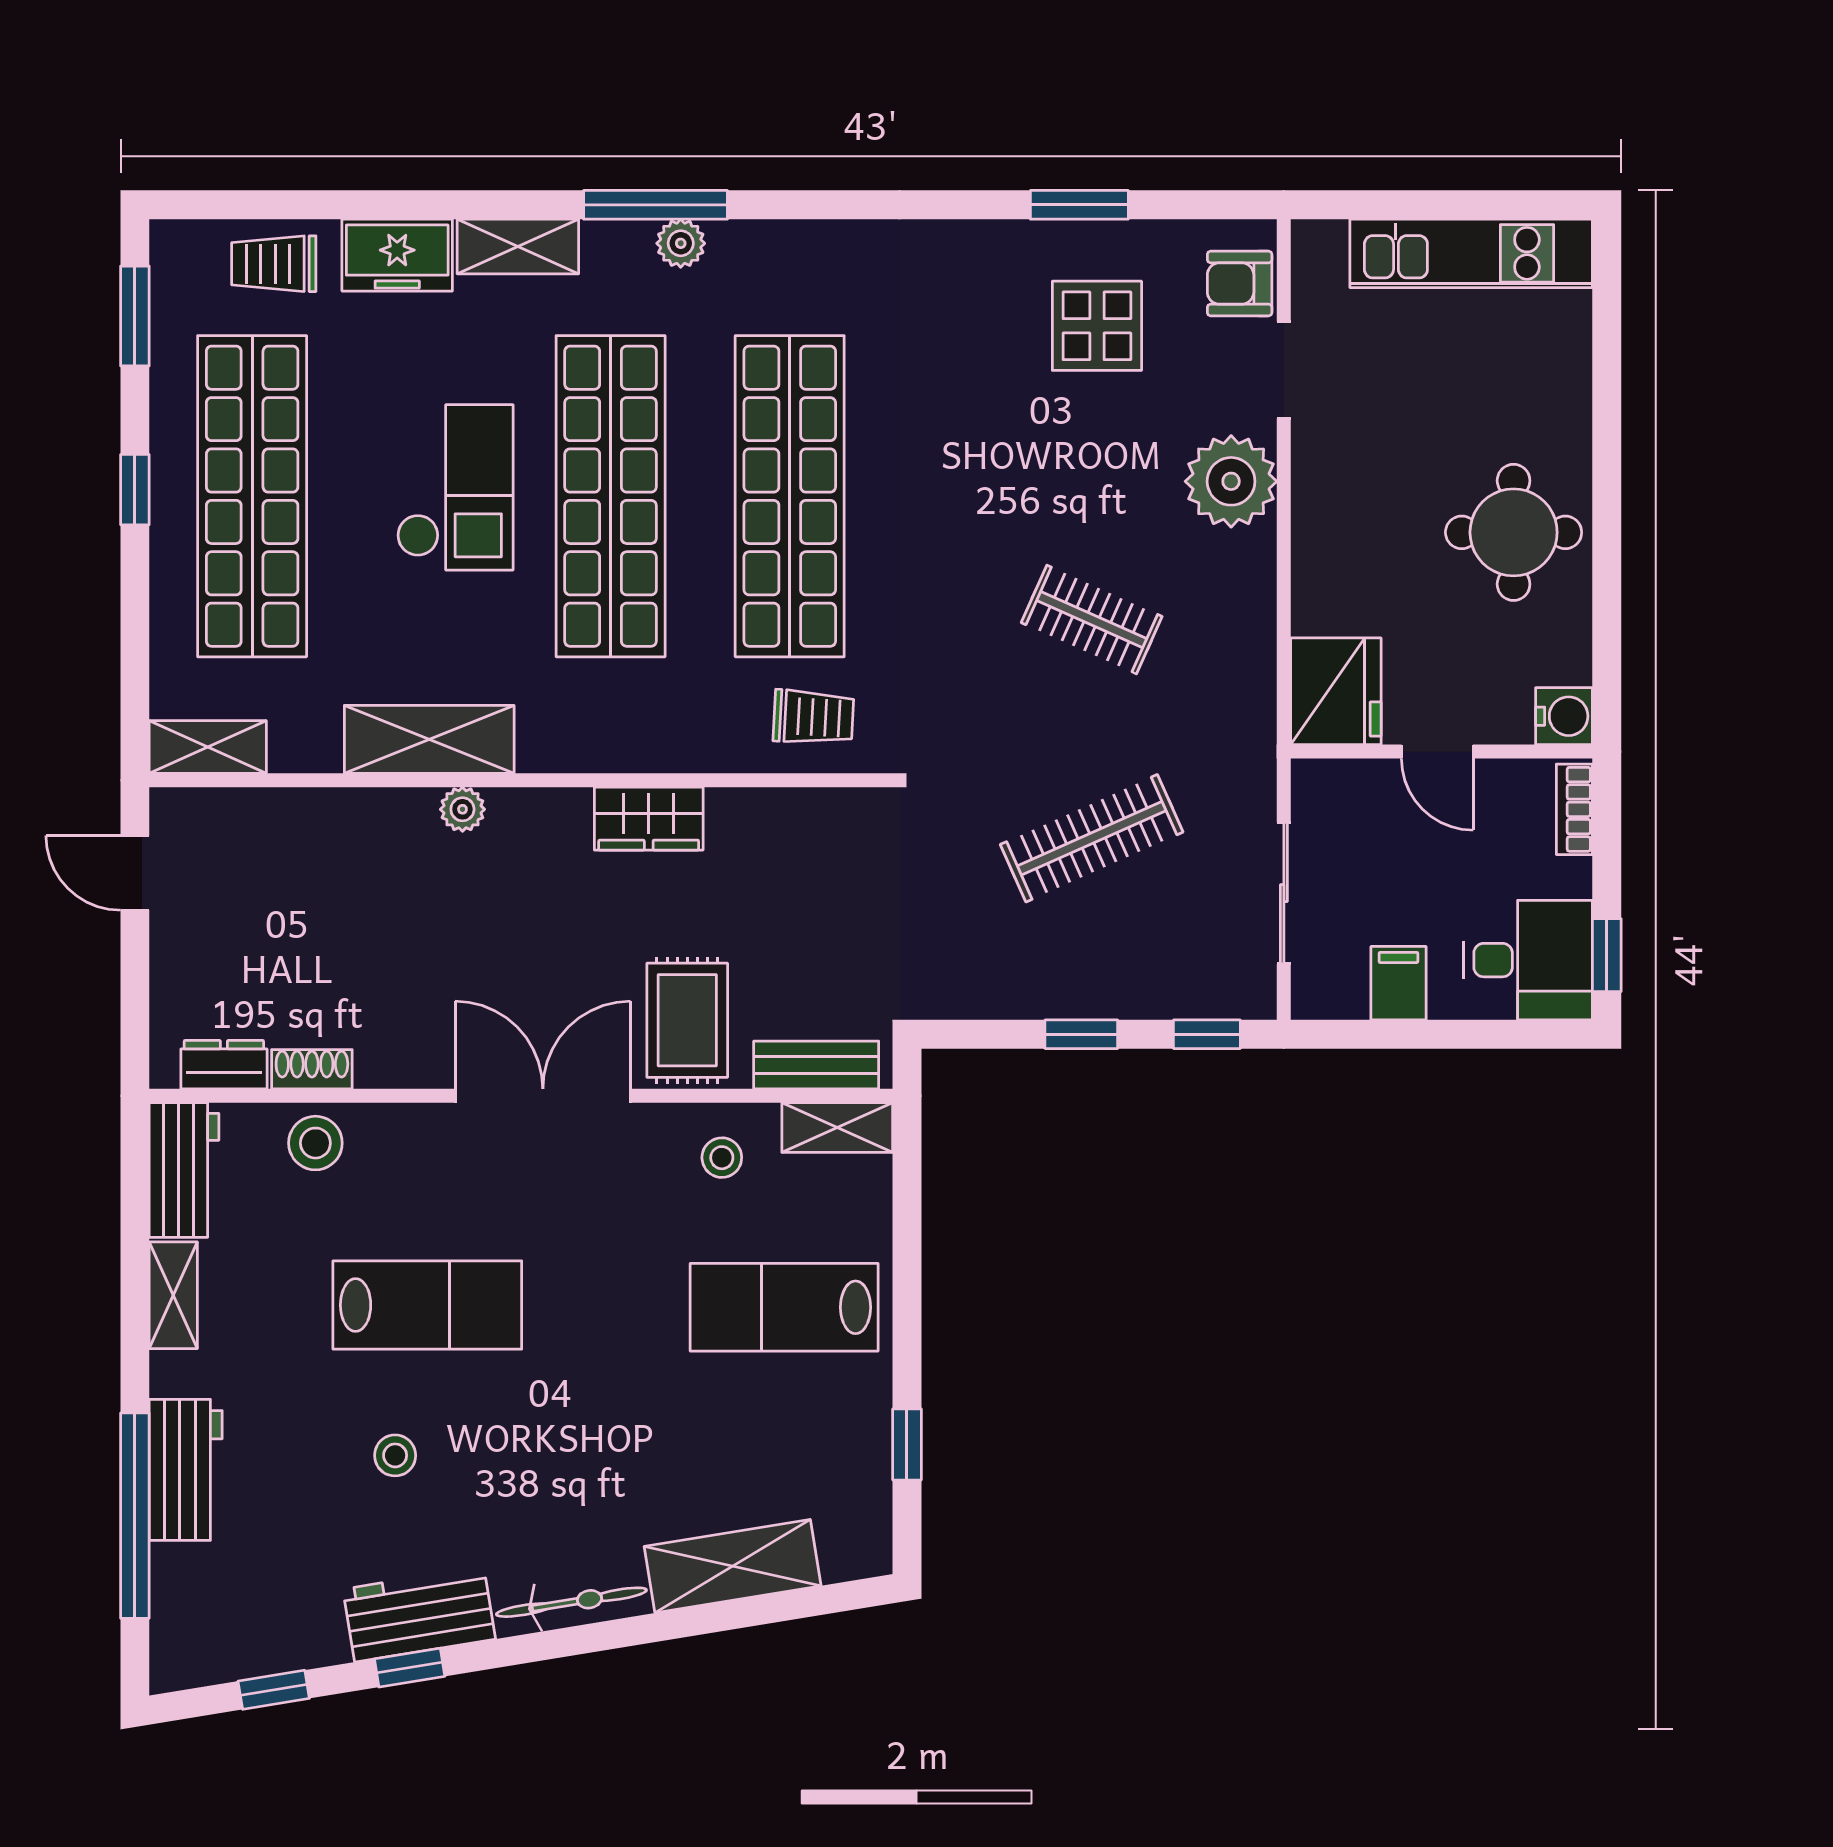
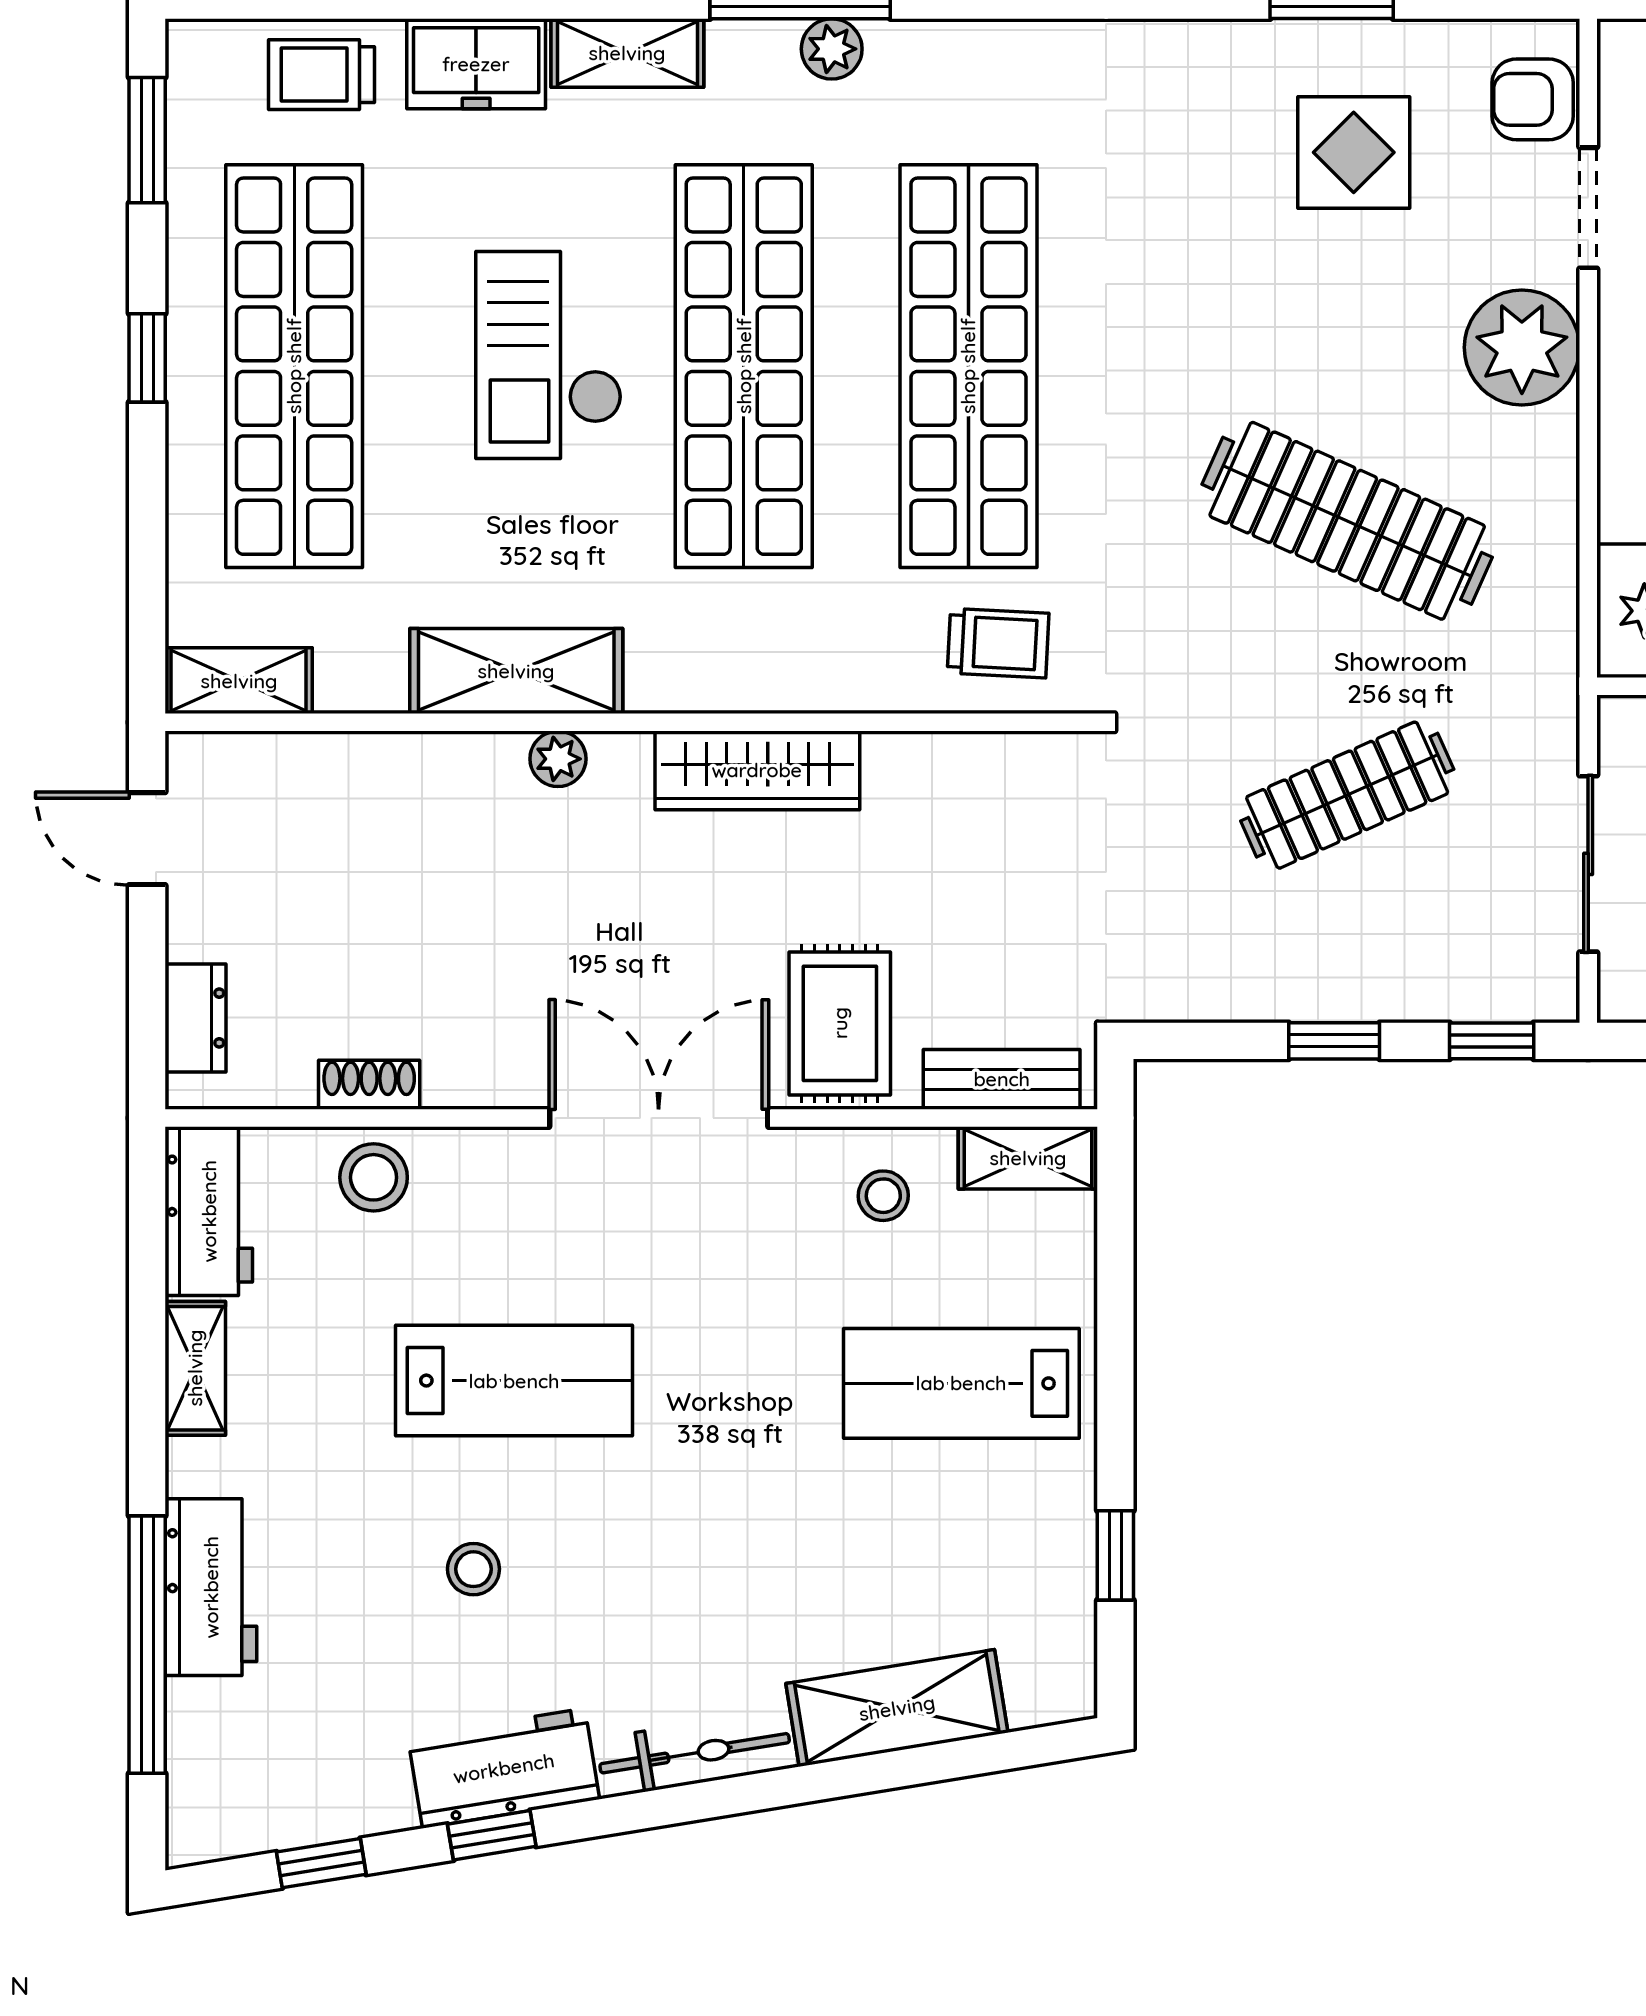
checkout: (455, 487) -> (549, 355), turned 180
clothes rail: (1092, 620) -> (1347, 521), width x1.86, depth x1.31
wardrobe: (649, 819) -> (757, 770), width x1.50
dresser: (224, 1065) -> (196, 1018), moved, turned 90

